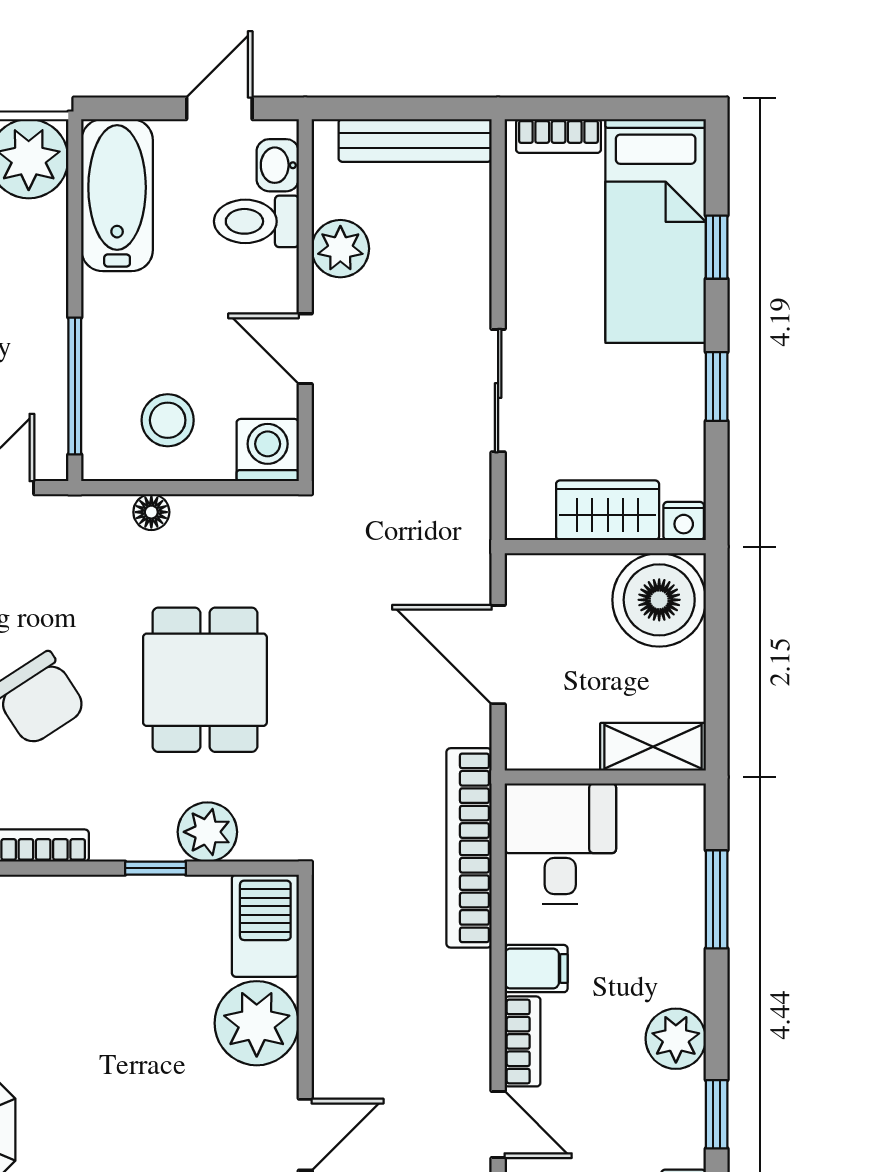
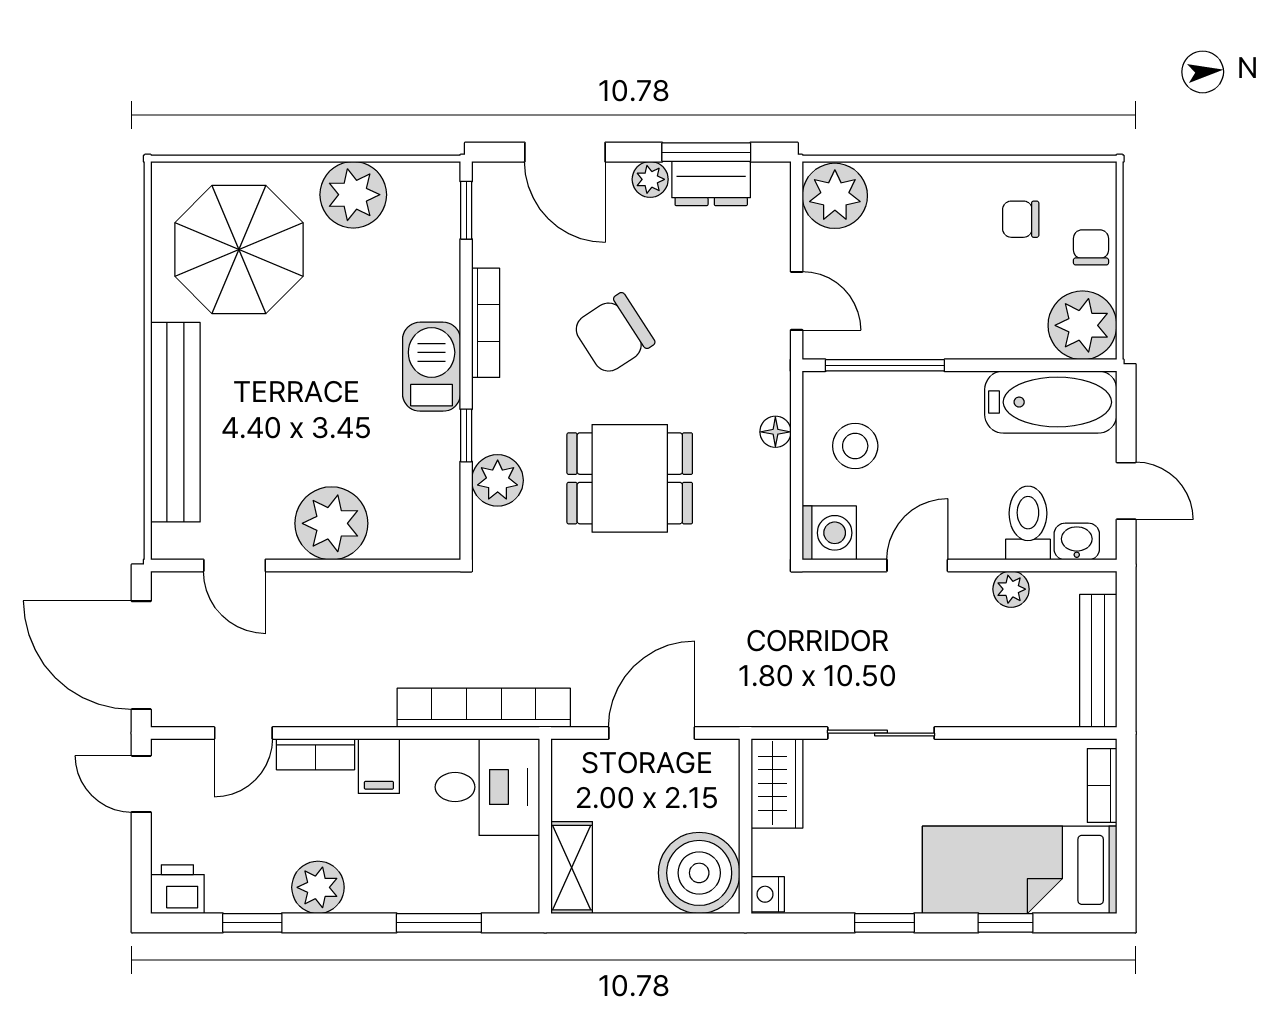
plant: (340, 249) -> (1011, 589), width x0.73, depth x0.73
wardrobe: (608, 510) -> (777, 783), moved
barbecue: (265, 926) -> (432, 367), moved, turned -90

